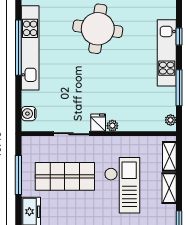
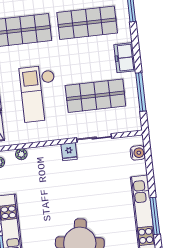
window: (18, 48) -> (155, 216), width x0.68
plant: (112, 126) -> (21, 154), moved

